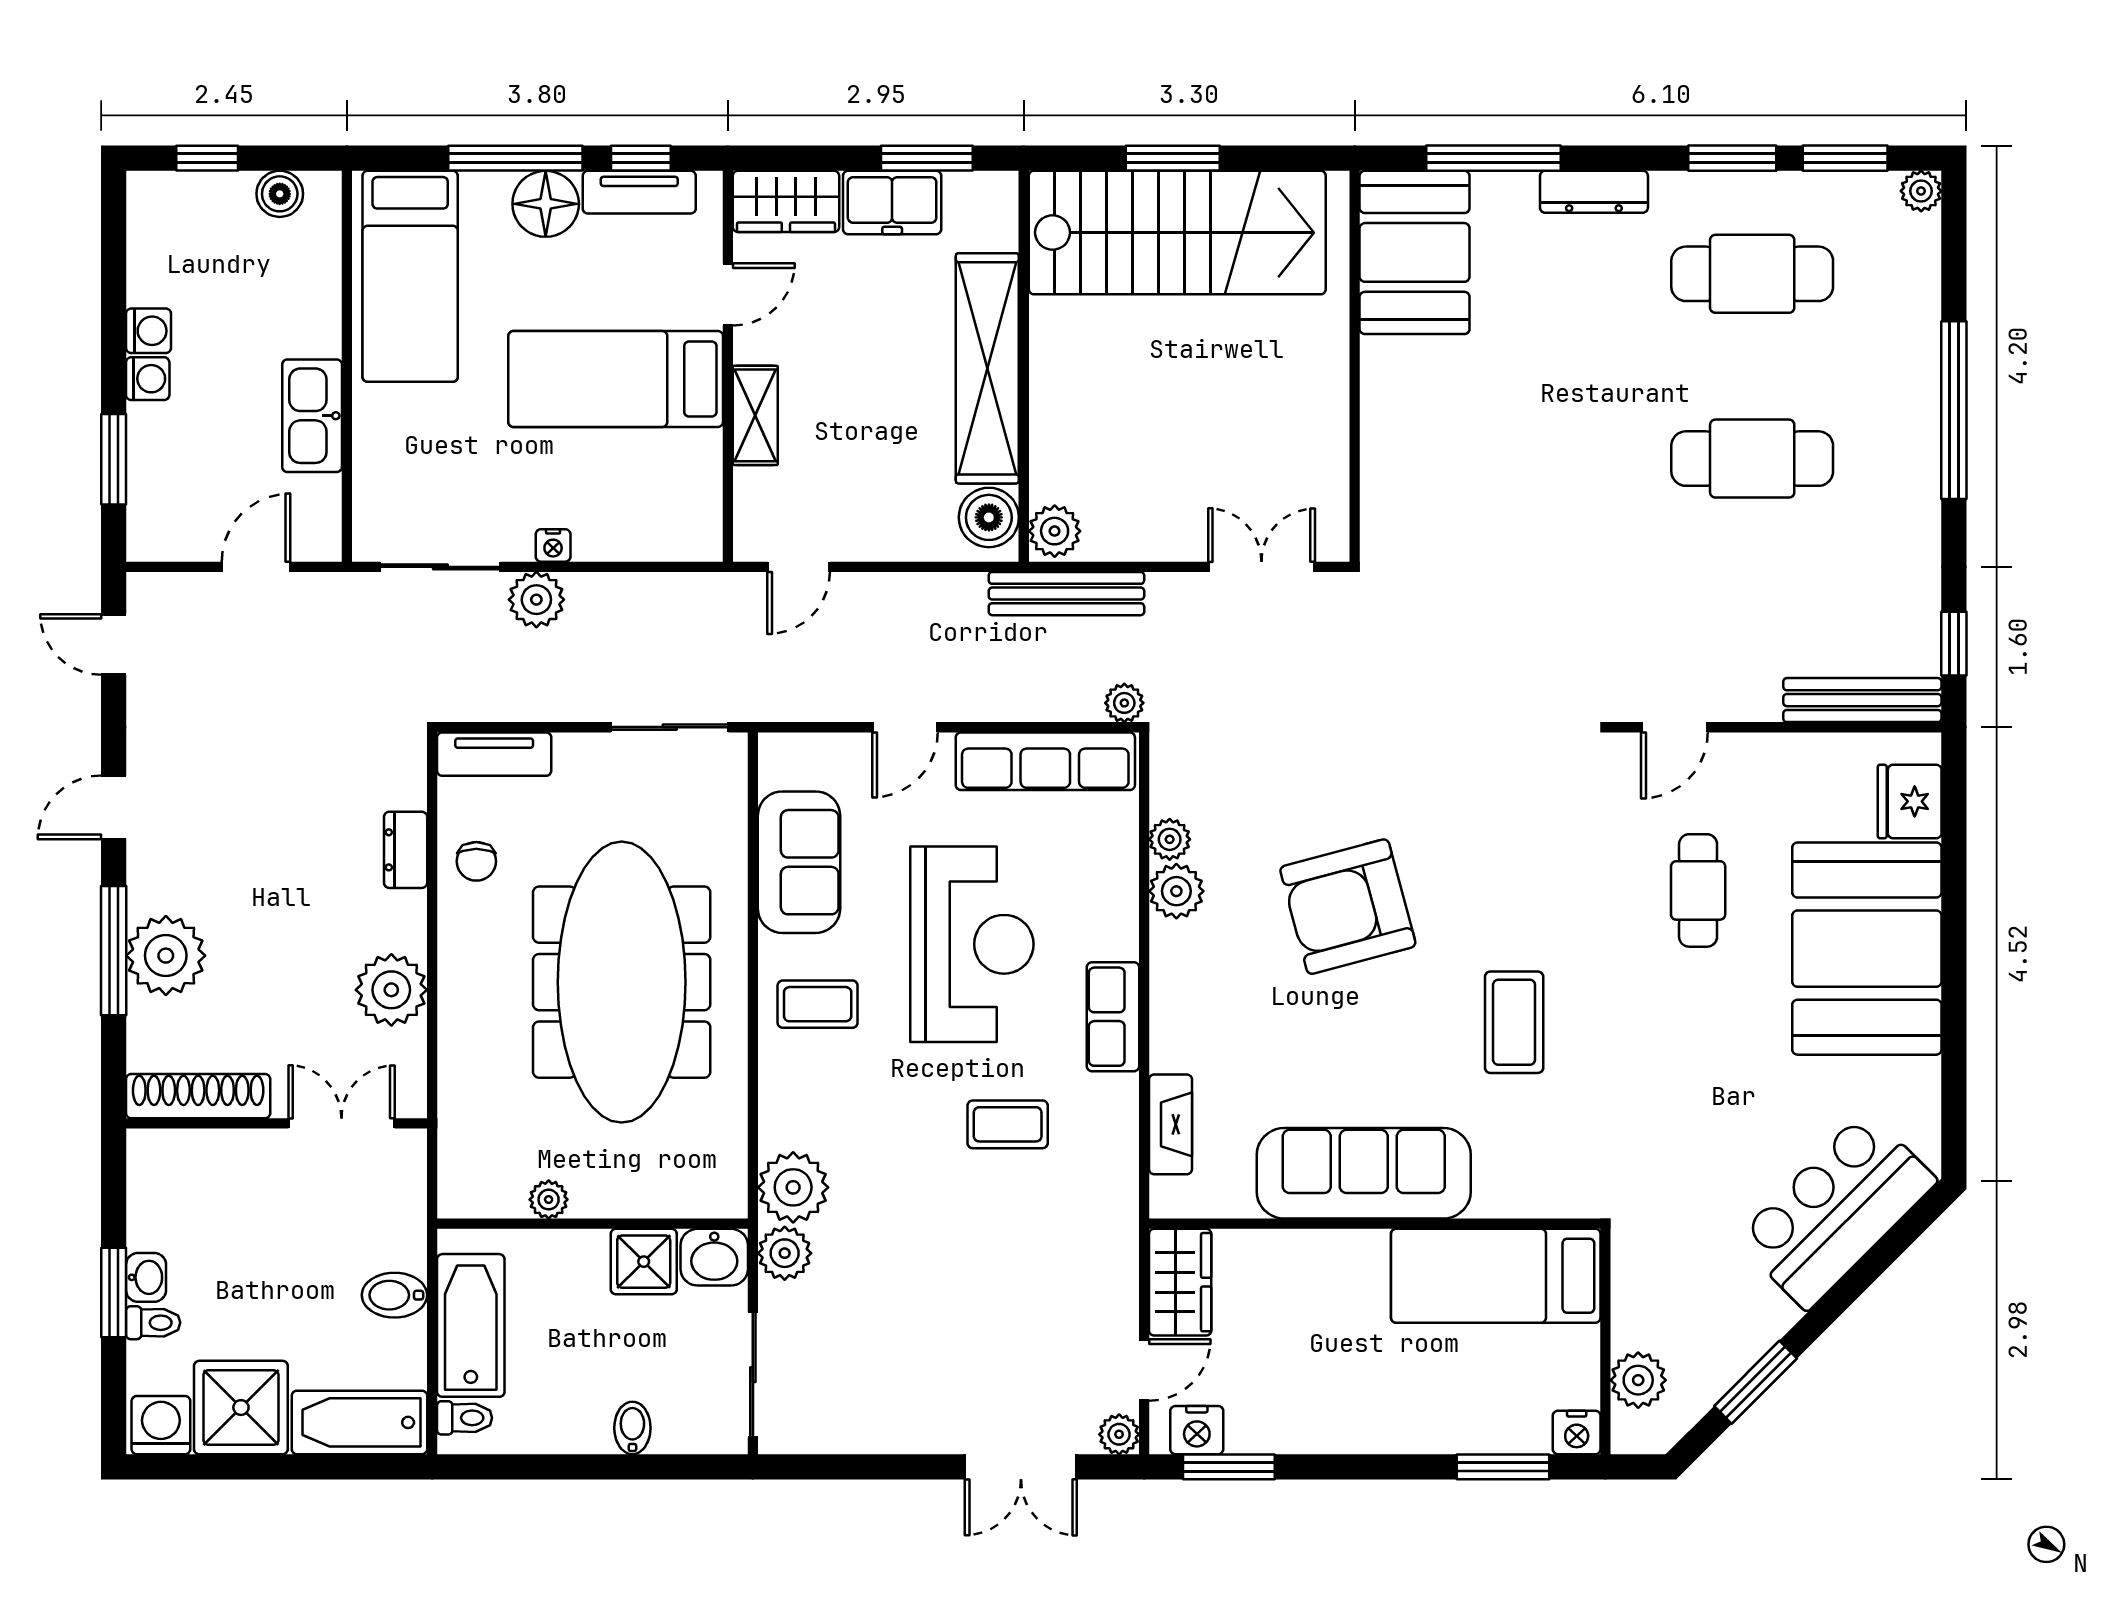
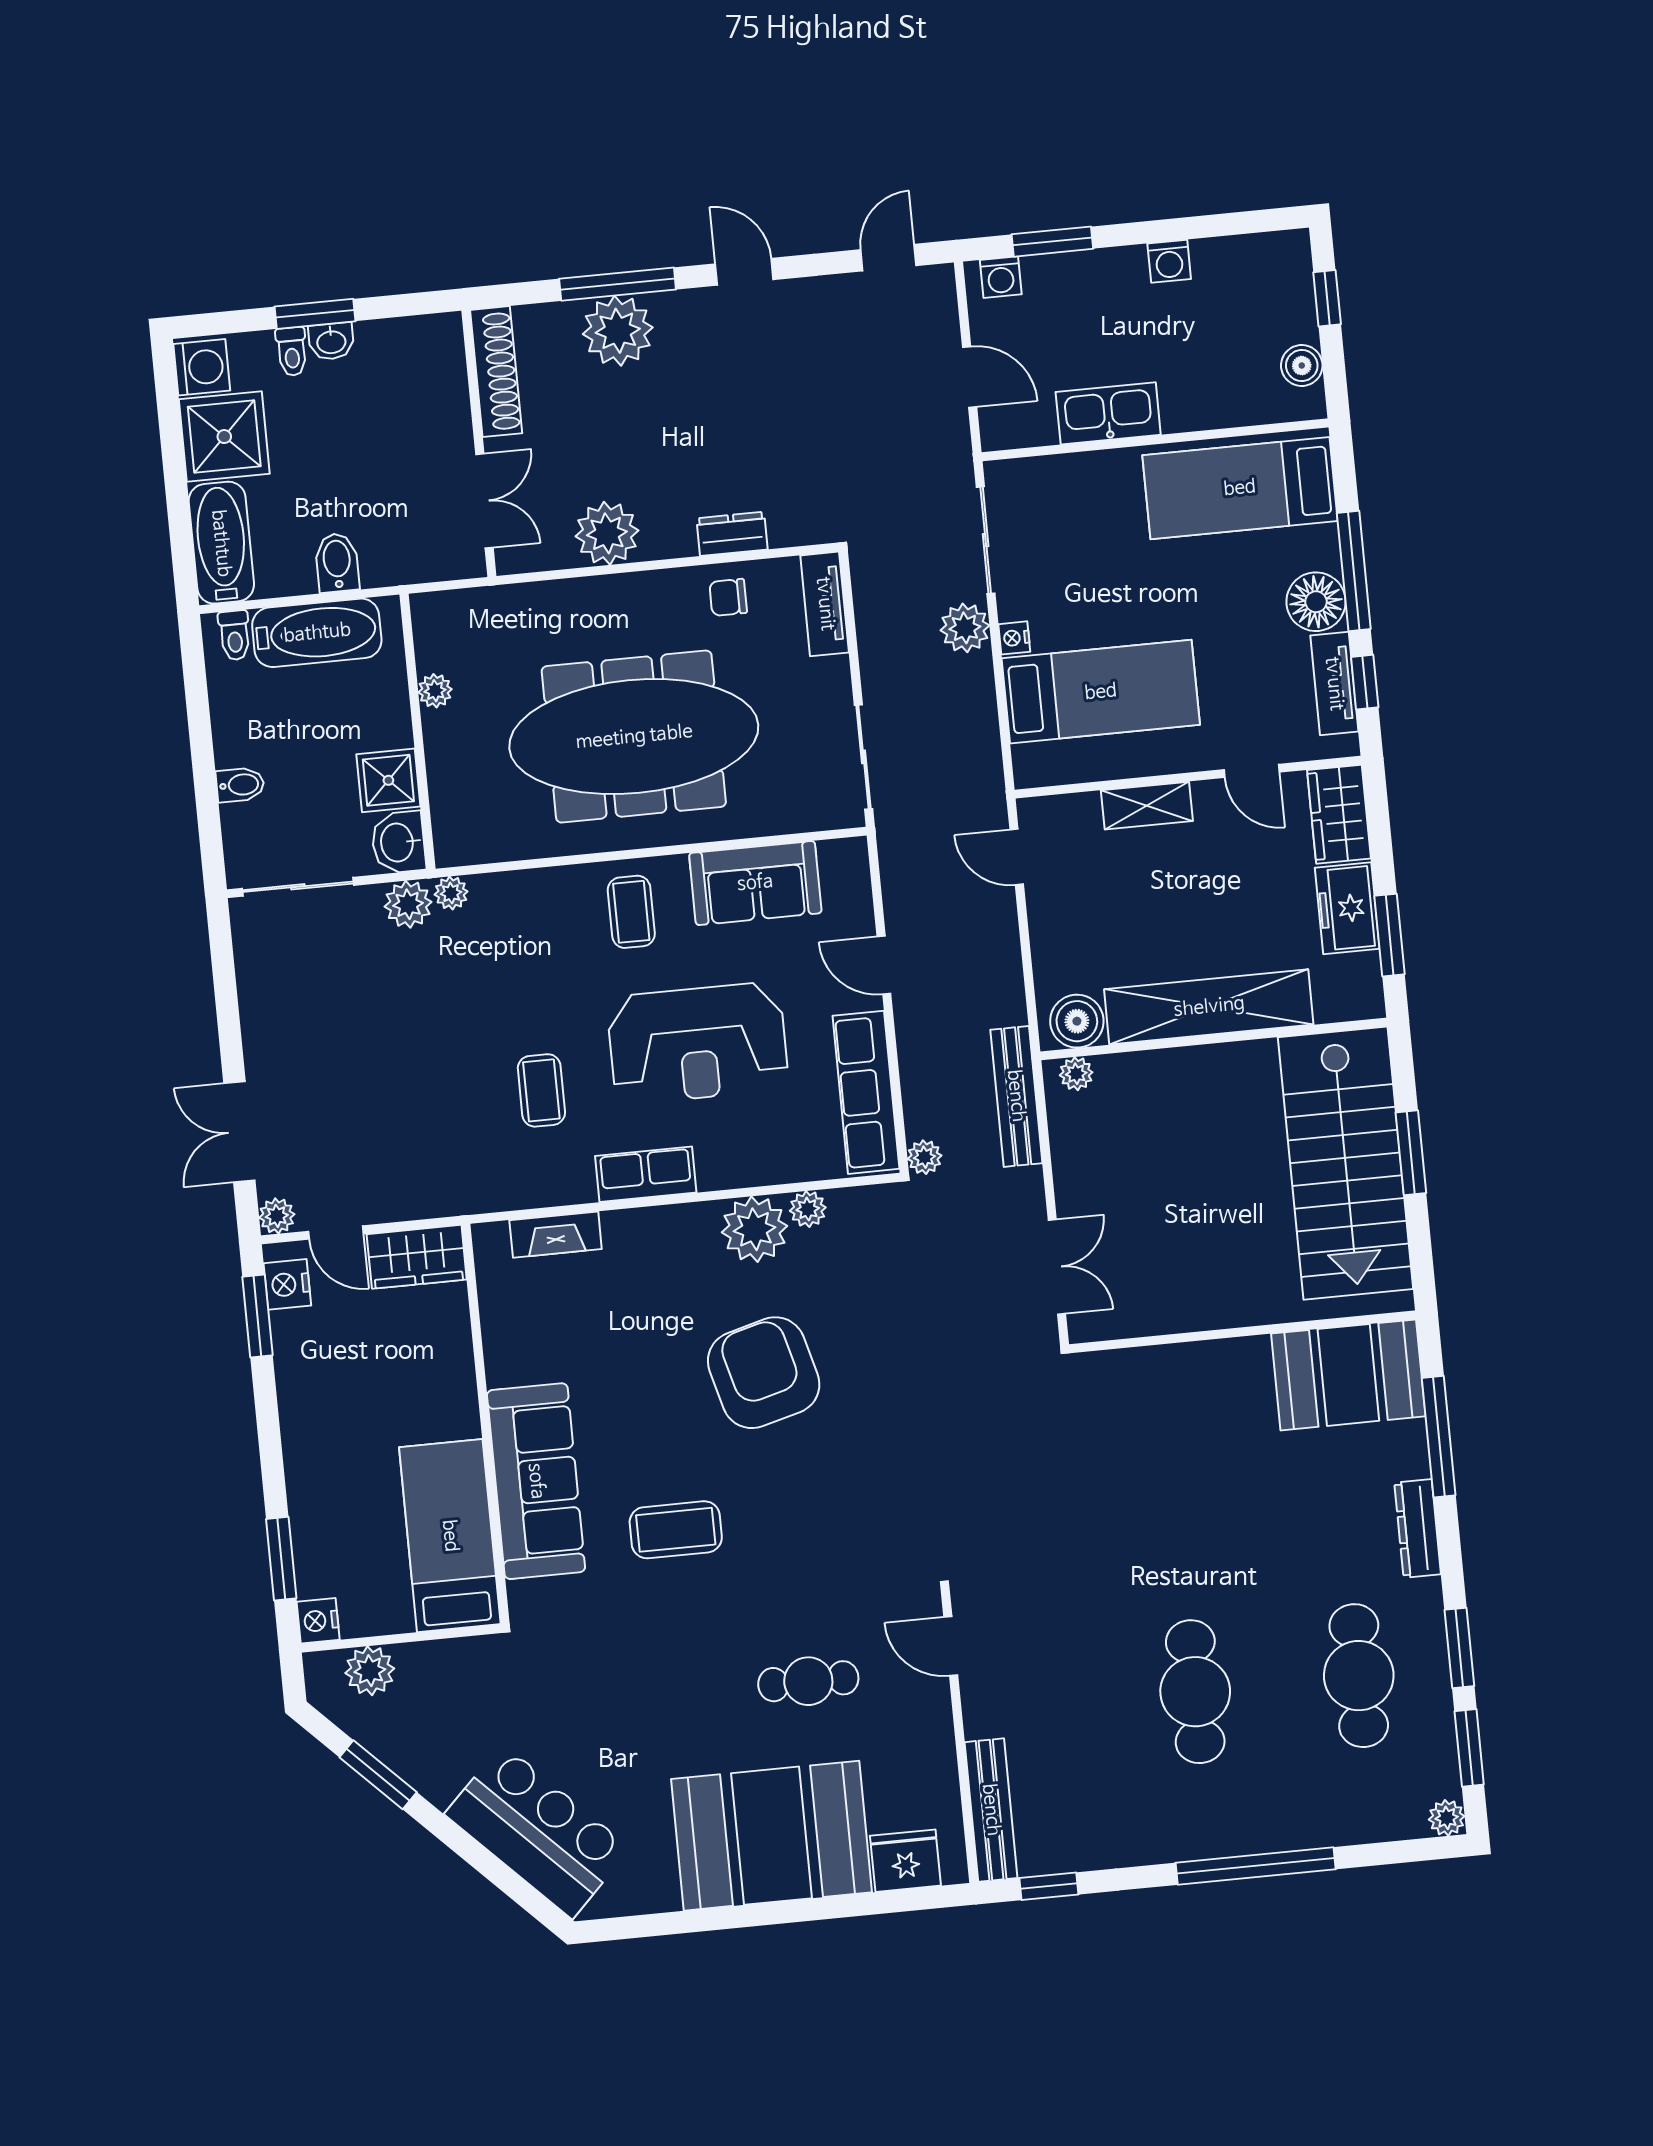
washing machine: (148, 379) -> (1001, 277), moved
bed: (616, 379) -> (1101, 692), moved, turned 90
plant: (1055, 531) -> (1076, 1074), width x0.73, depth x0.73
plant: (1176, 891) -> (755, 1229), width x1.36, depth x1.36
sofa: (1364, 1173) -> (536, 1481), moved
plant: (793, 1187) -> (451, 893), width x0.53, depth x0.53

